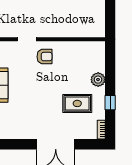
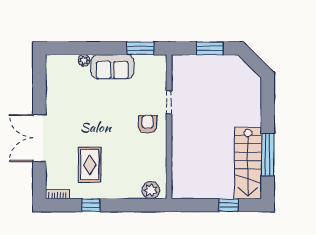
armchair: (45, 57) -> (148, 124), turned 180
plant: (98, 80) -> (151, 190), moved

